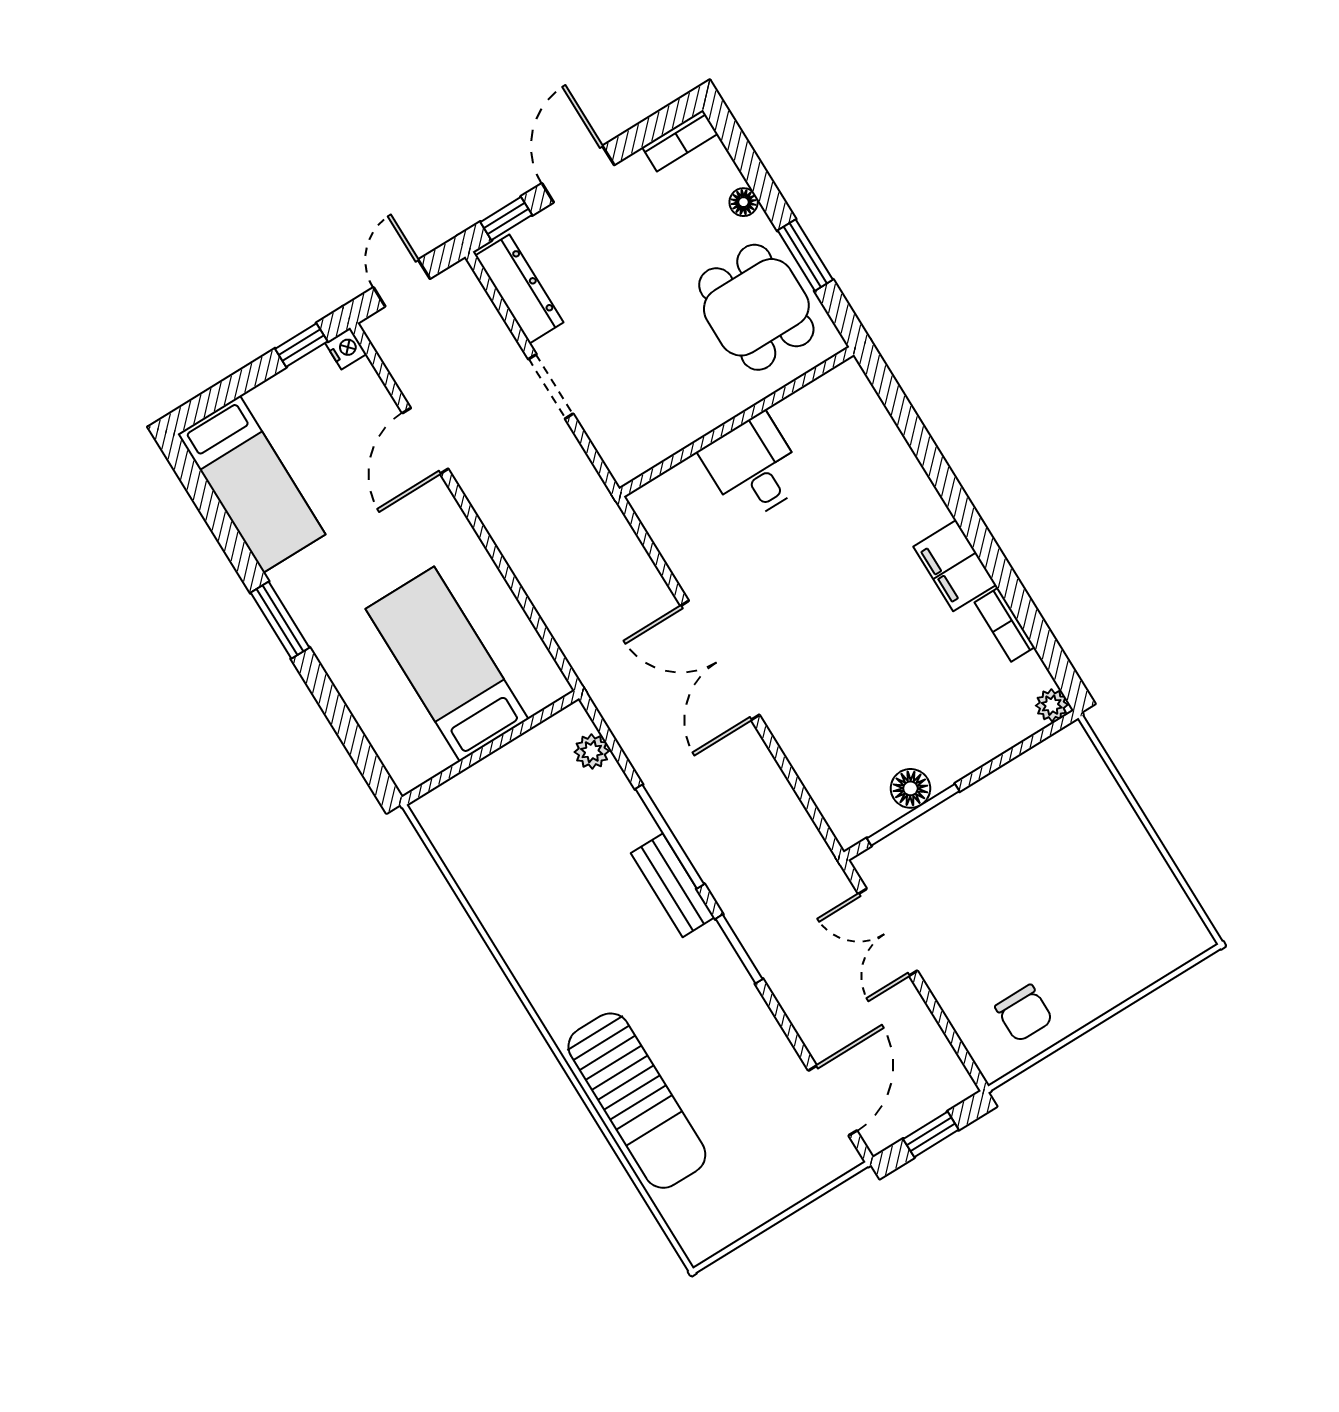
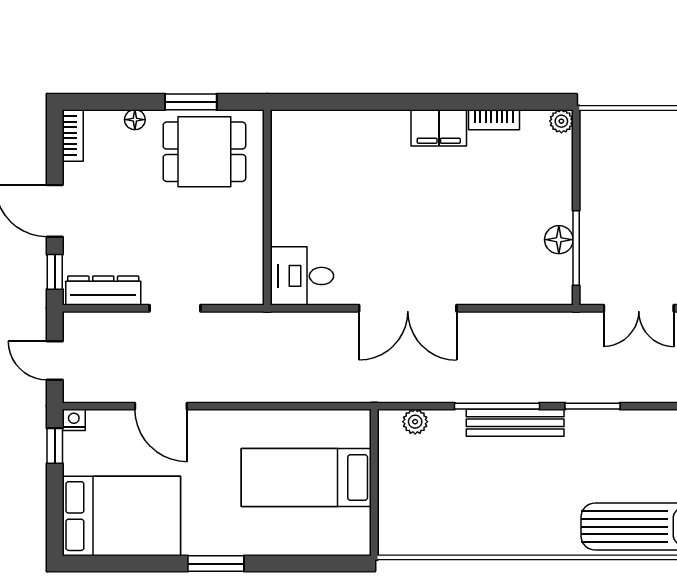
desk: (754, 468) -> (302, 276), moved
bed: (252, 484) -> (121, 516), width x1.50
bench: (673, 885) -> (515, 423), width x1.36

